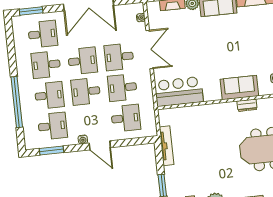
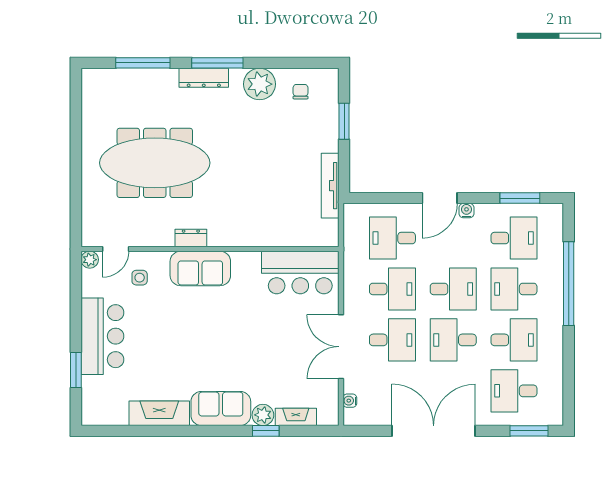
desk: (52, 126) -> (514, 238), turned 180
door: (100, 145) -> (440, 198), swing flipped

